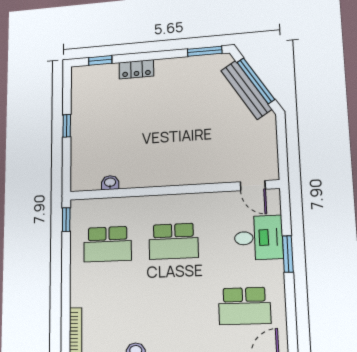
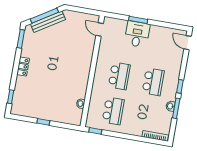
locker: (136, 69) -> (23, 67), moved
door: (253, 186) -> (100, 29), swing flipped
desk: (259, 238) -> (137, 34), moved
school desk: (244, 306) -> (153, 82), moved

